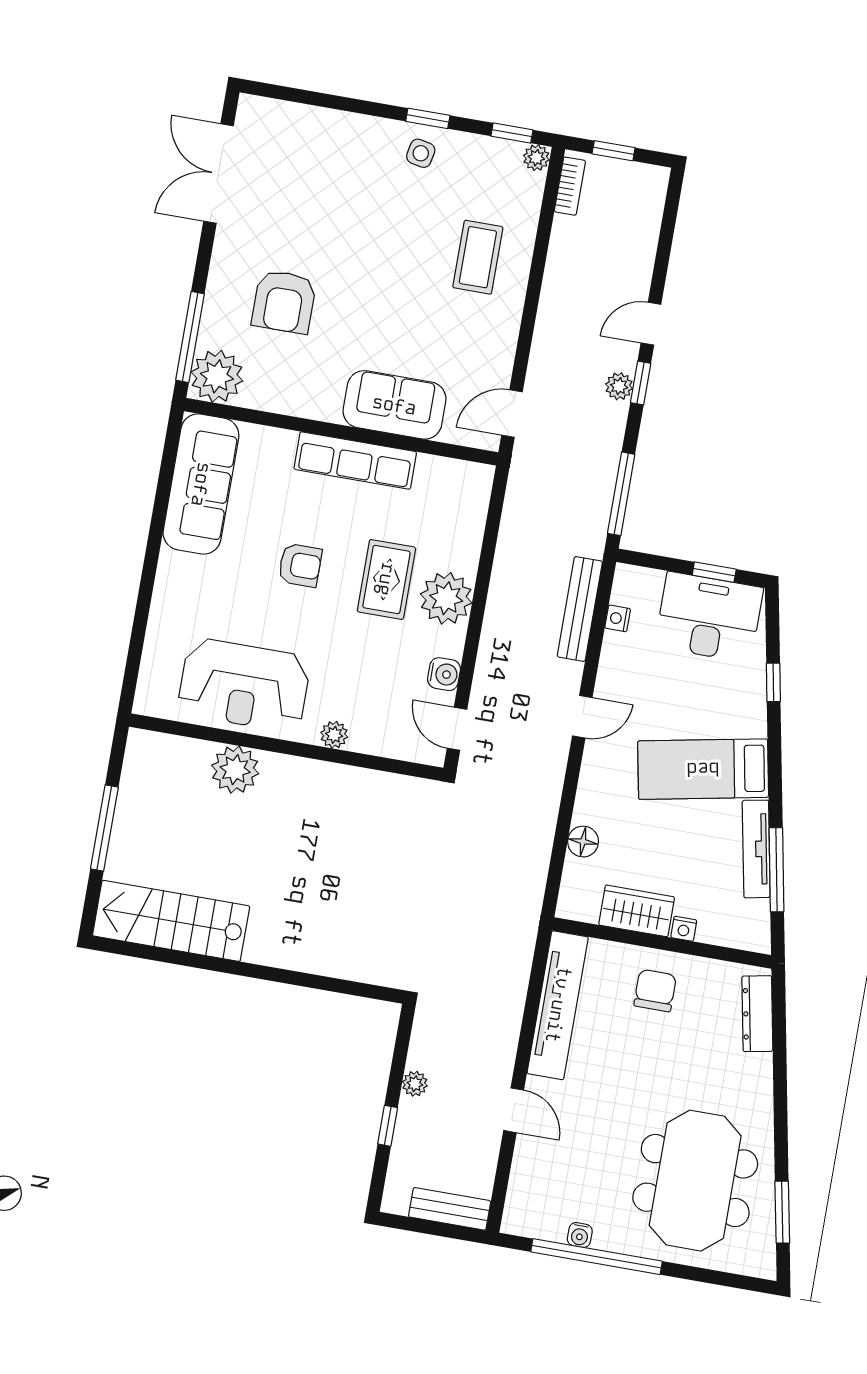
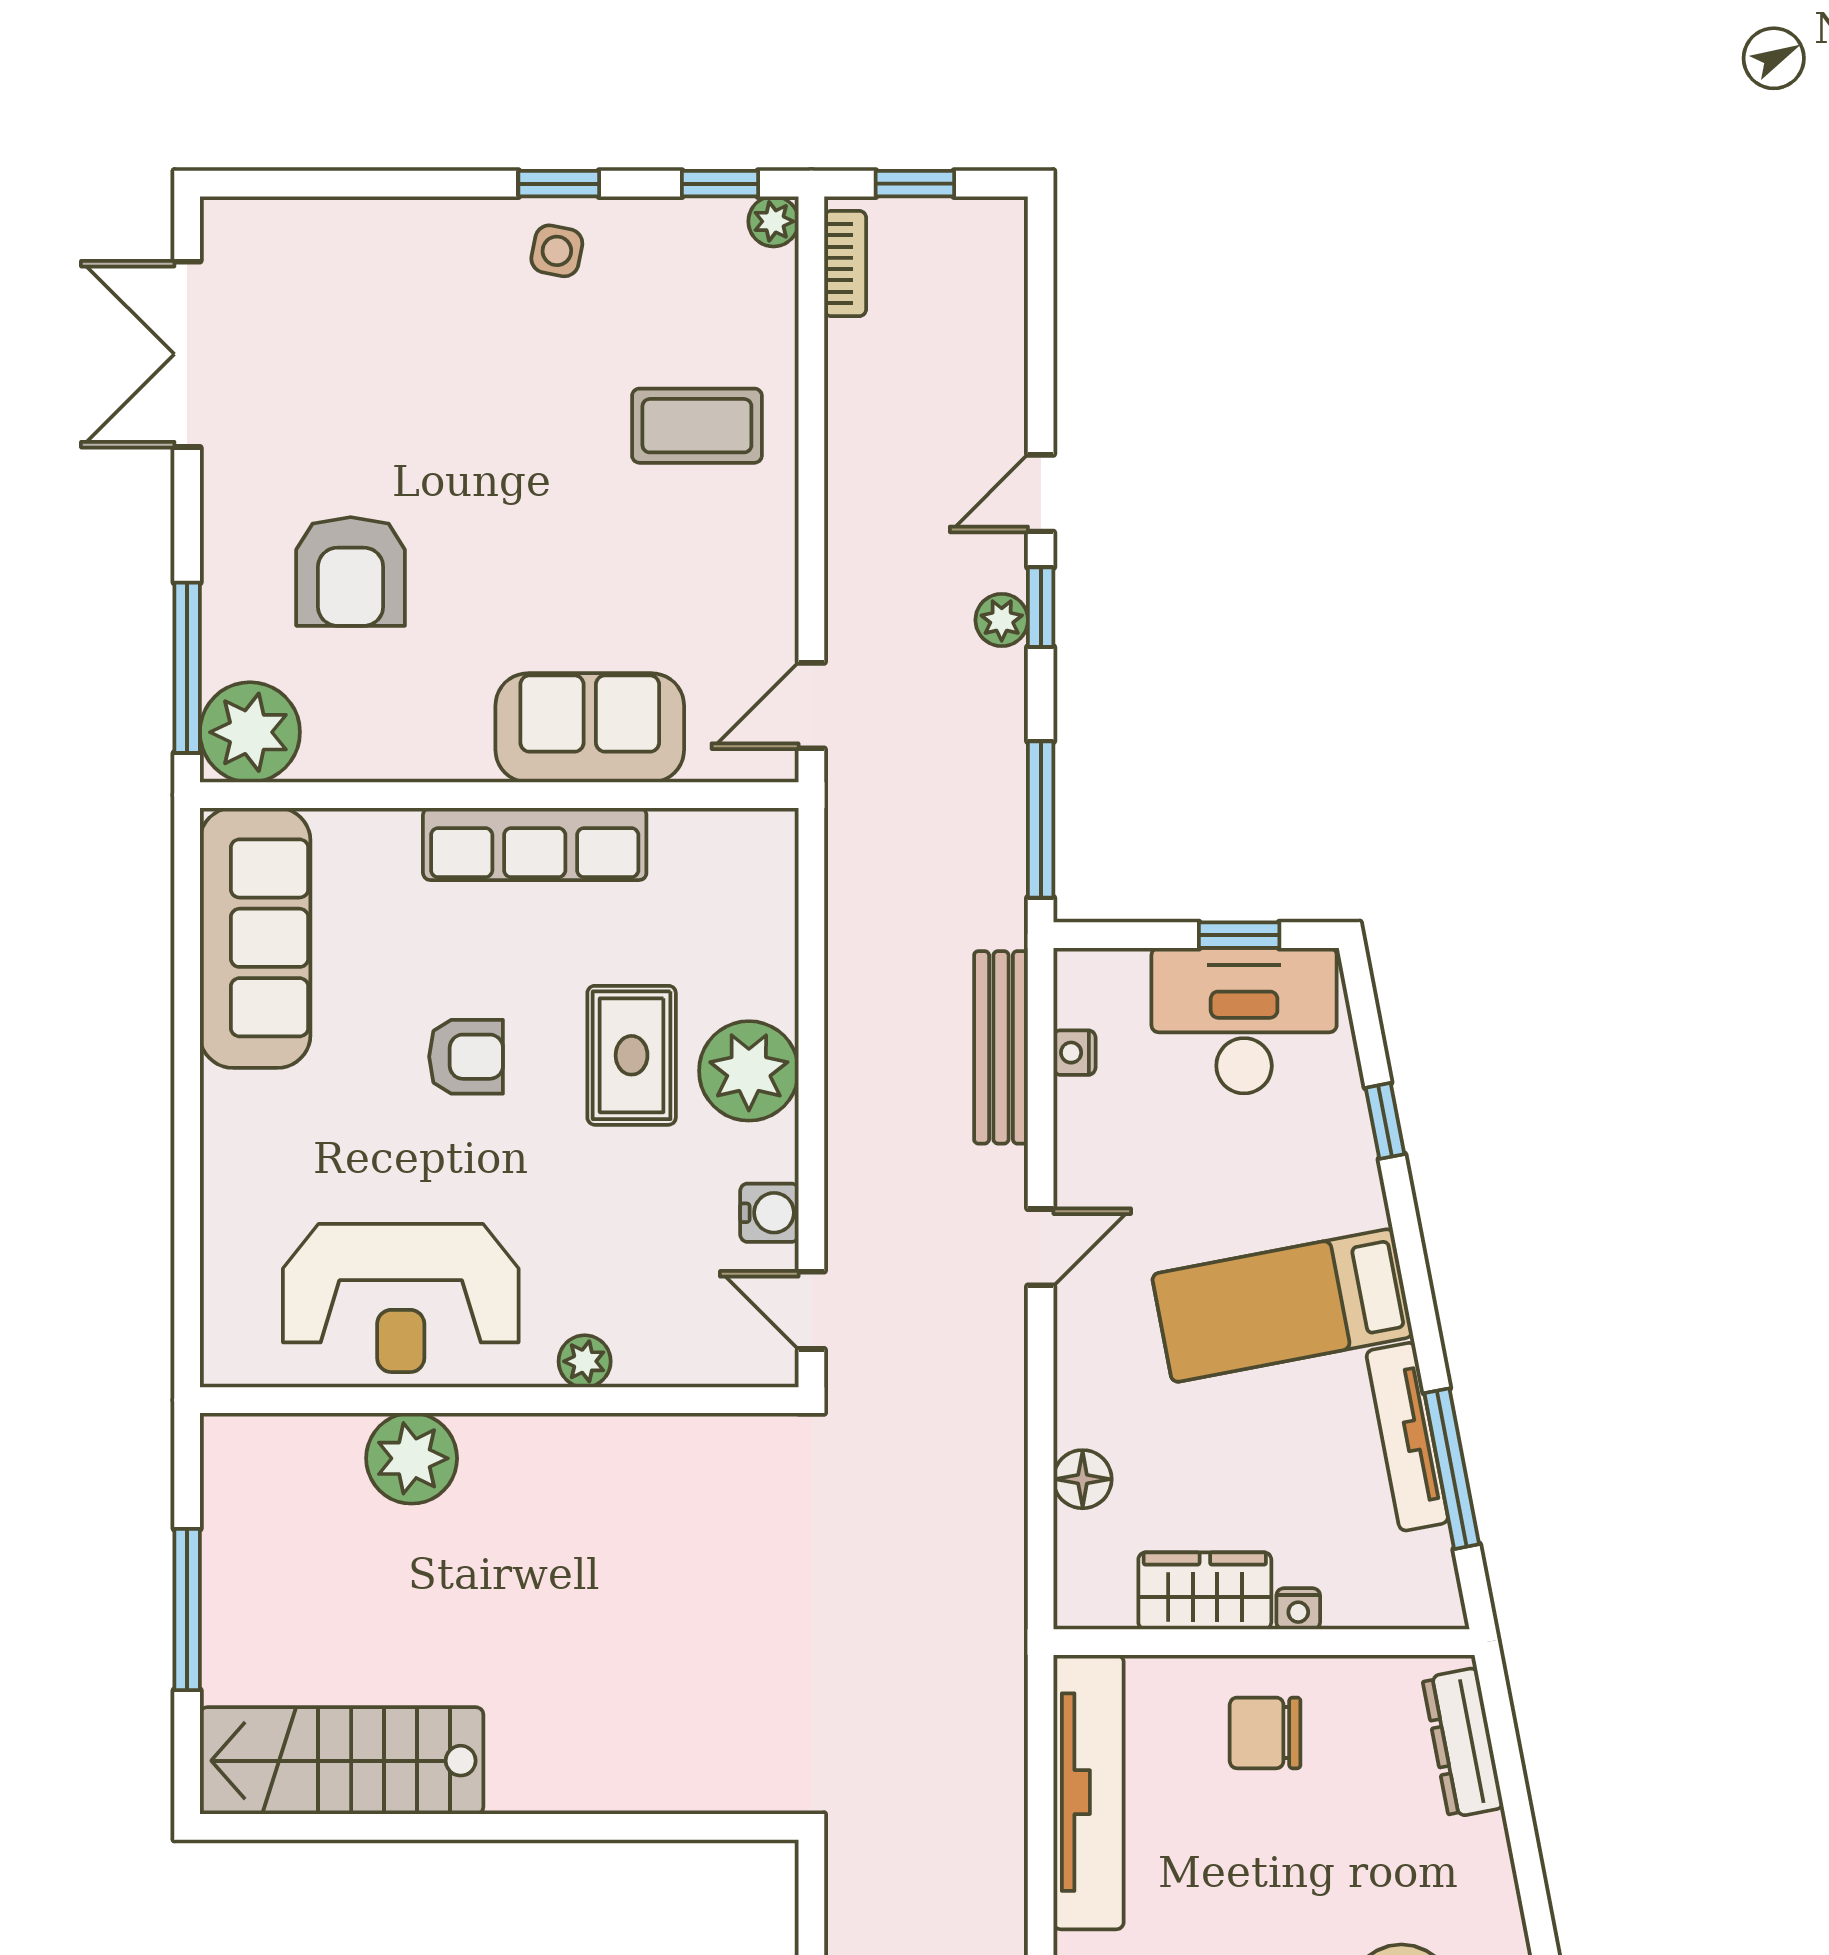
coffee table: (478, 257) -> (697, 426), turned 90
chair: (655, 990) -> (1265, 1733), turned -90

